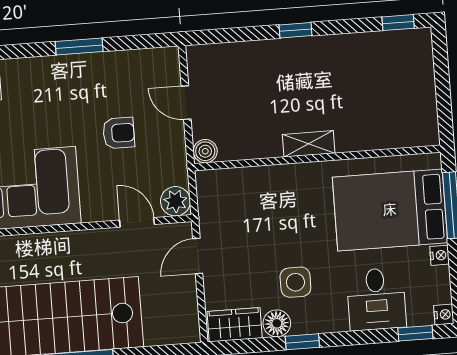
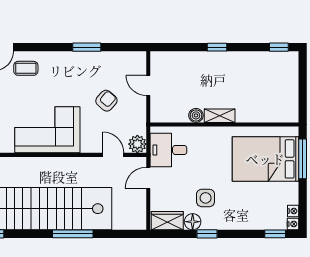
armchair: (119, 133) -> (106, 101), turned -49
boiler: (205, 151) -> (196, 115), moved
nightstand: (440, 255) -> (293, 211), moved
desk: (376, 299) -> (168, 150), moved, turned 90

